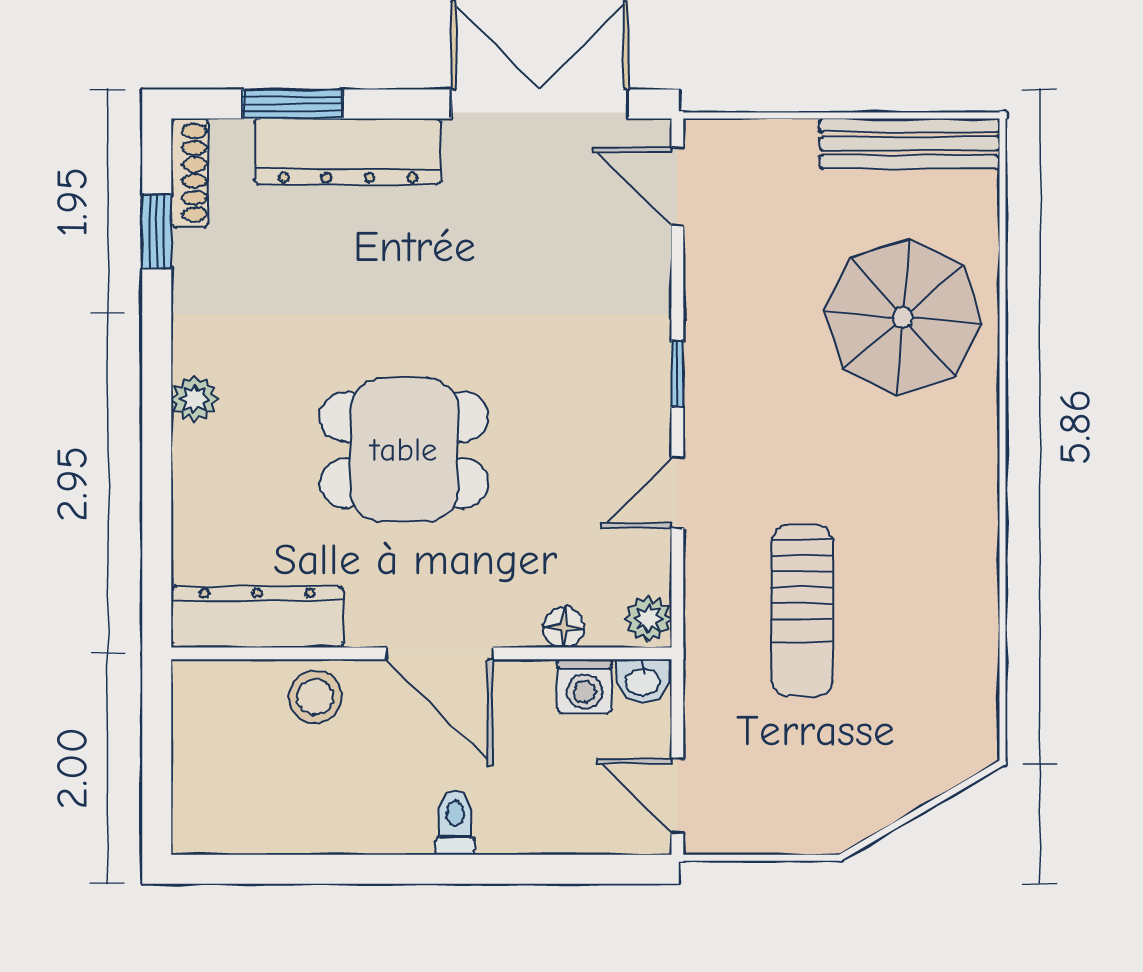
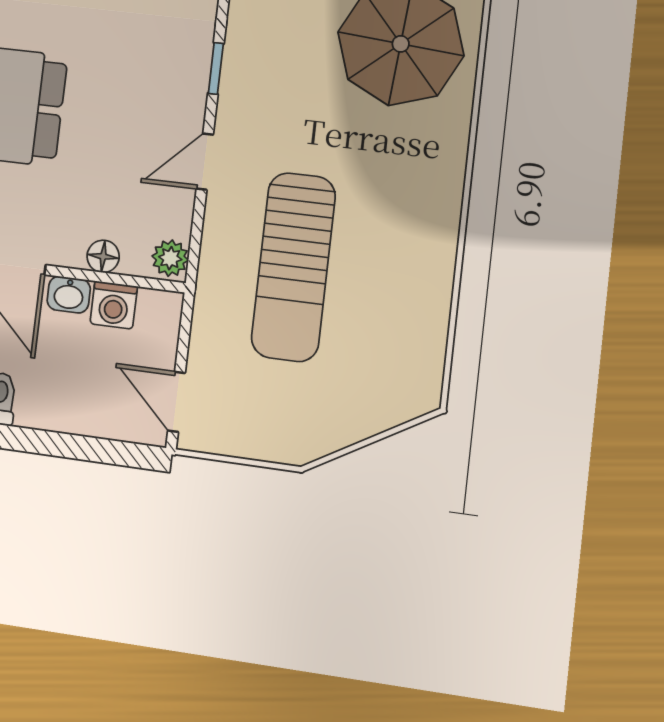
sun lounger: (802, 611) -> (293, 267), width x1.36, depth x1.34
washbasin: (643, 681) -> (69, 295), moved

